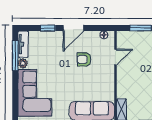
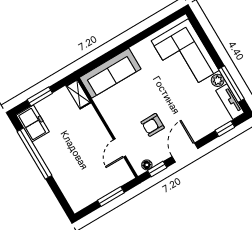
window: (48, 28) -> (225, 129), moved
window: (99, 28) -> (157, 169), added
armchair: (84, 59) -> (153, 125), turned 180

